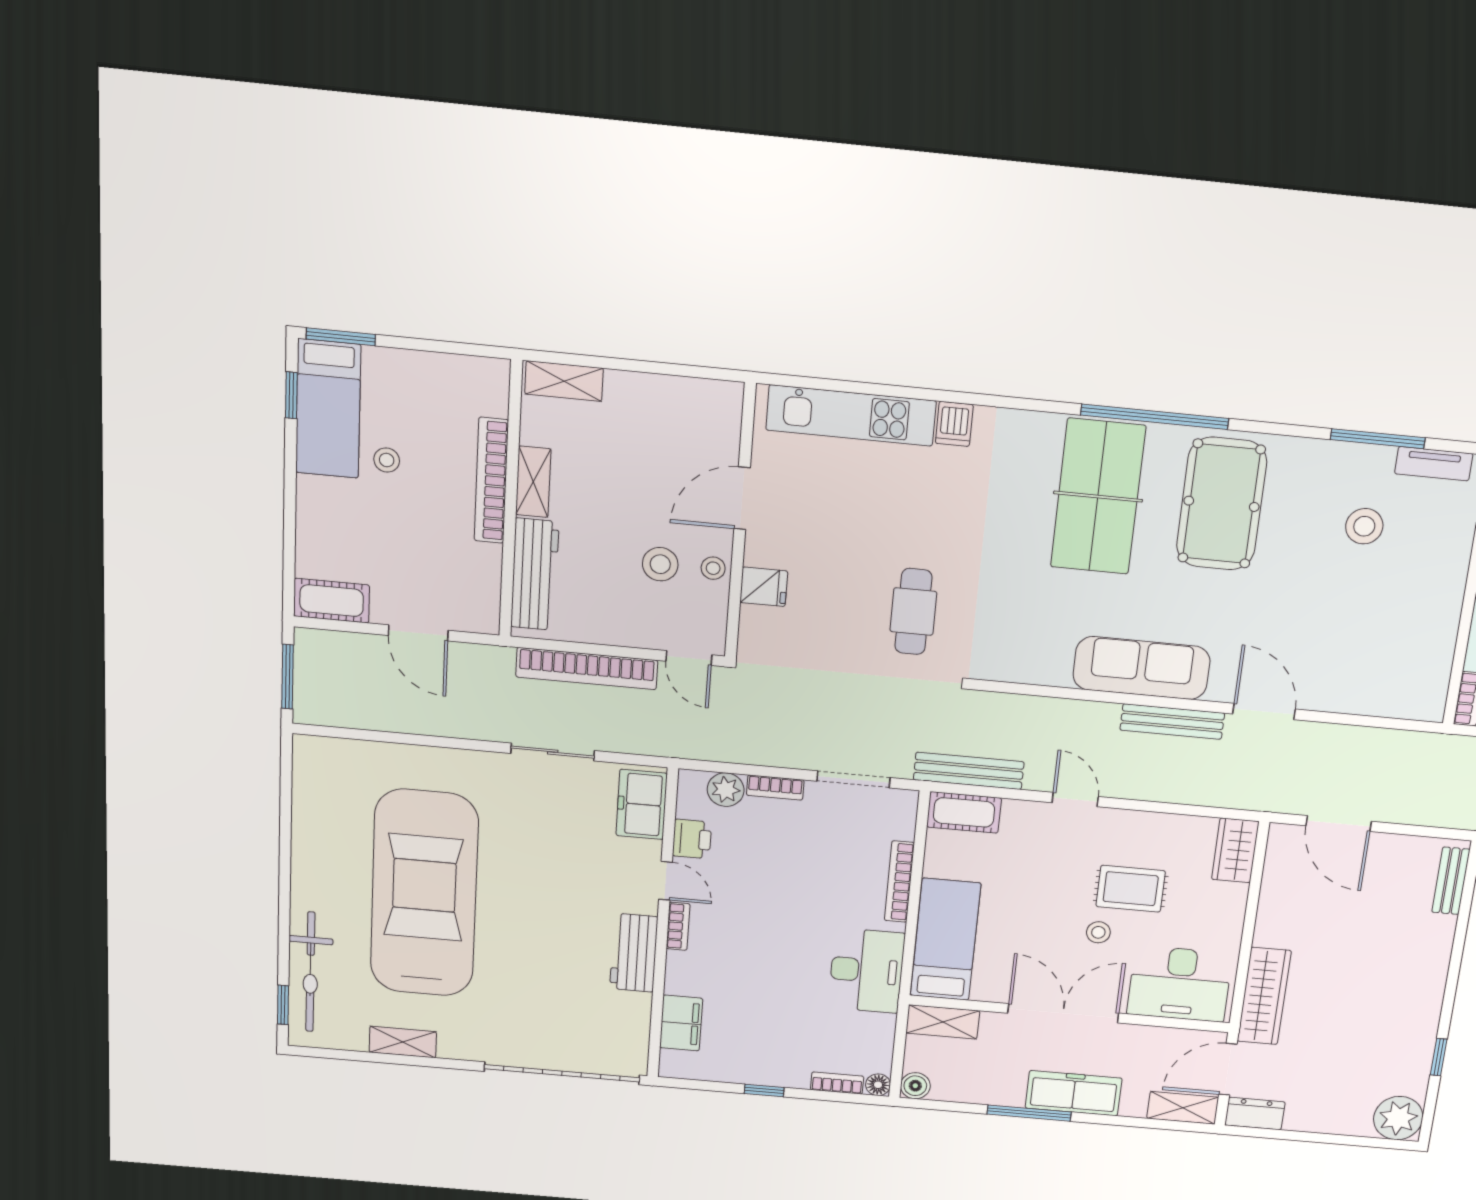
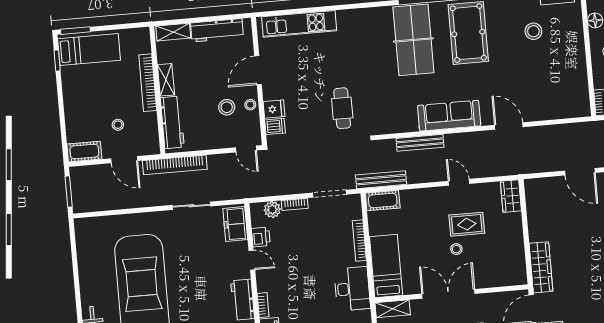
workbench: (664, 396) -> (217, 30), added
bed: (328, 409) -> (89, 50), moved, turned -90
dishwasher: (954, 424) -> (275, 126), moved, turned -90
stool: (387, 460) -> (118, 125), moved
bookcase: (587, 669) -> (175, 165), moved
bench: (1172, 722) -> (420, 143), moved
door: (1075, 800) -> (459, 182), moved
door: (1339, 824) -> (580, 172), moved
bookcase: (678, 926) -> (263, 305), moved
desk: (1180, 984) -> (500, 268), removed

